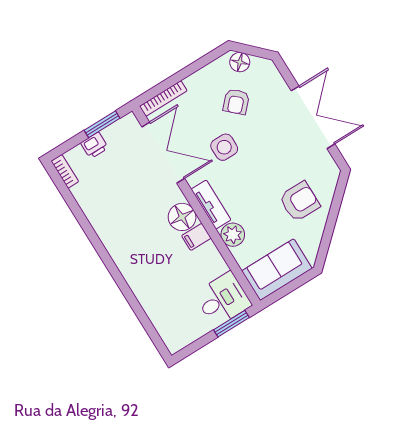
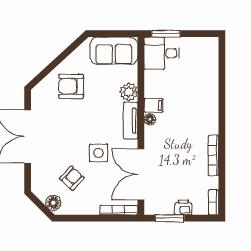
floor lamp: (182, 217) -> (150, 119), width x0.53, depth x0.53
bookcase: (97, 223) -> (213, 155), added

